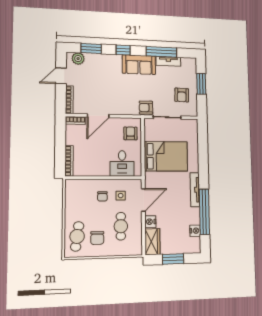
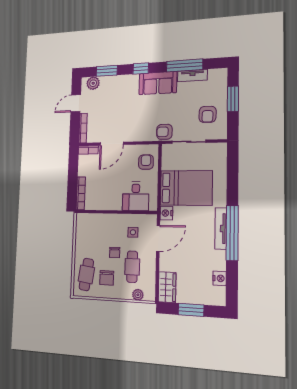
chair: (102, 196) -> (115, 253), moved
window: (204, 212) -> (232, 233), moved
nightstand: (150, 222) -> (166, 213), moved
plant: (127, 251) -> (138, 295), added

